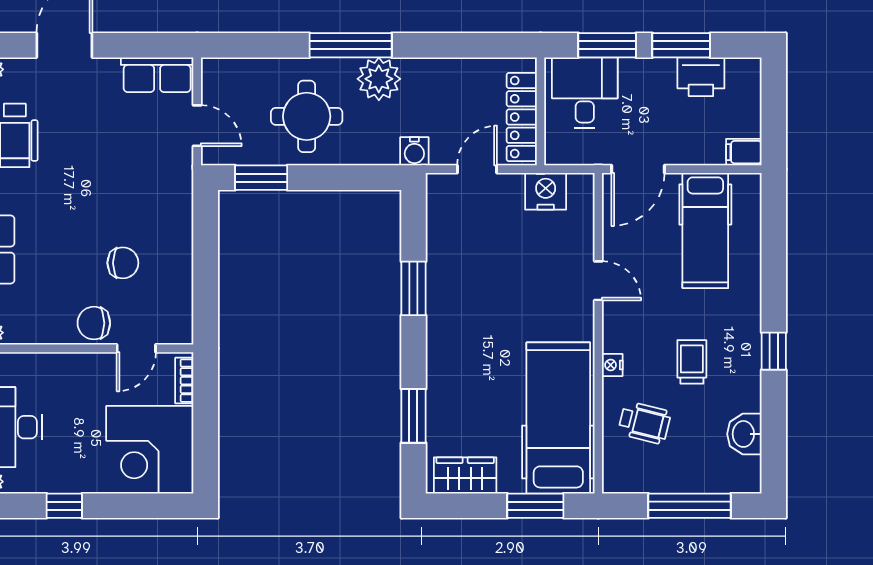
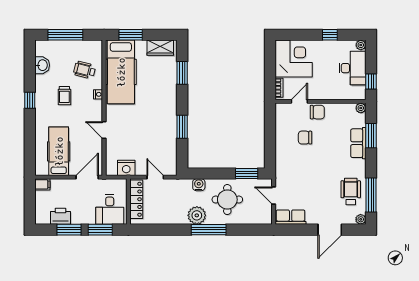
water cooler: (414, 151) -> (199, 185), moved
door: (477, 169) -> (155, 177), swing flipped

